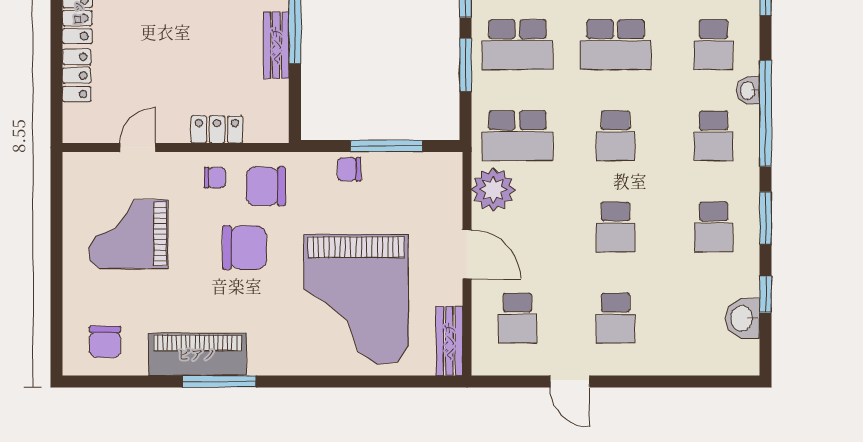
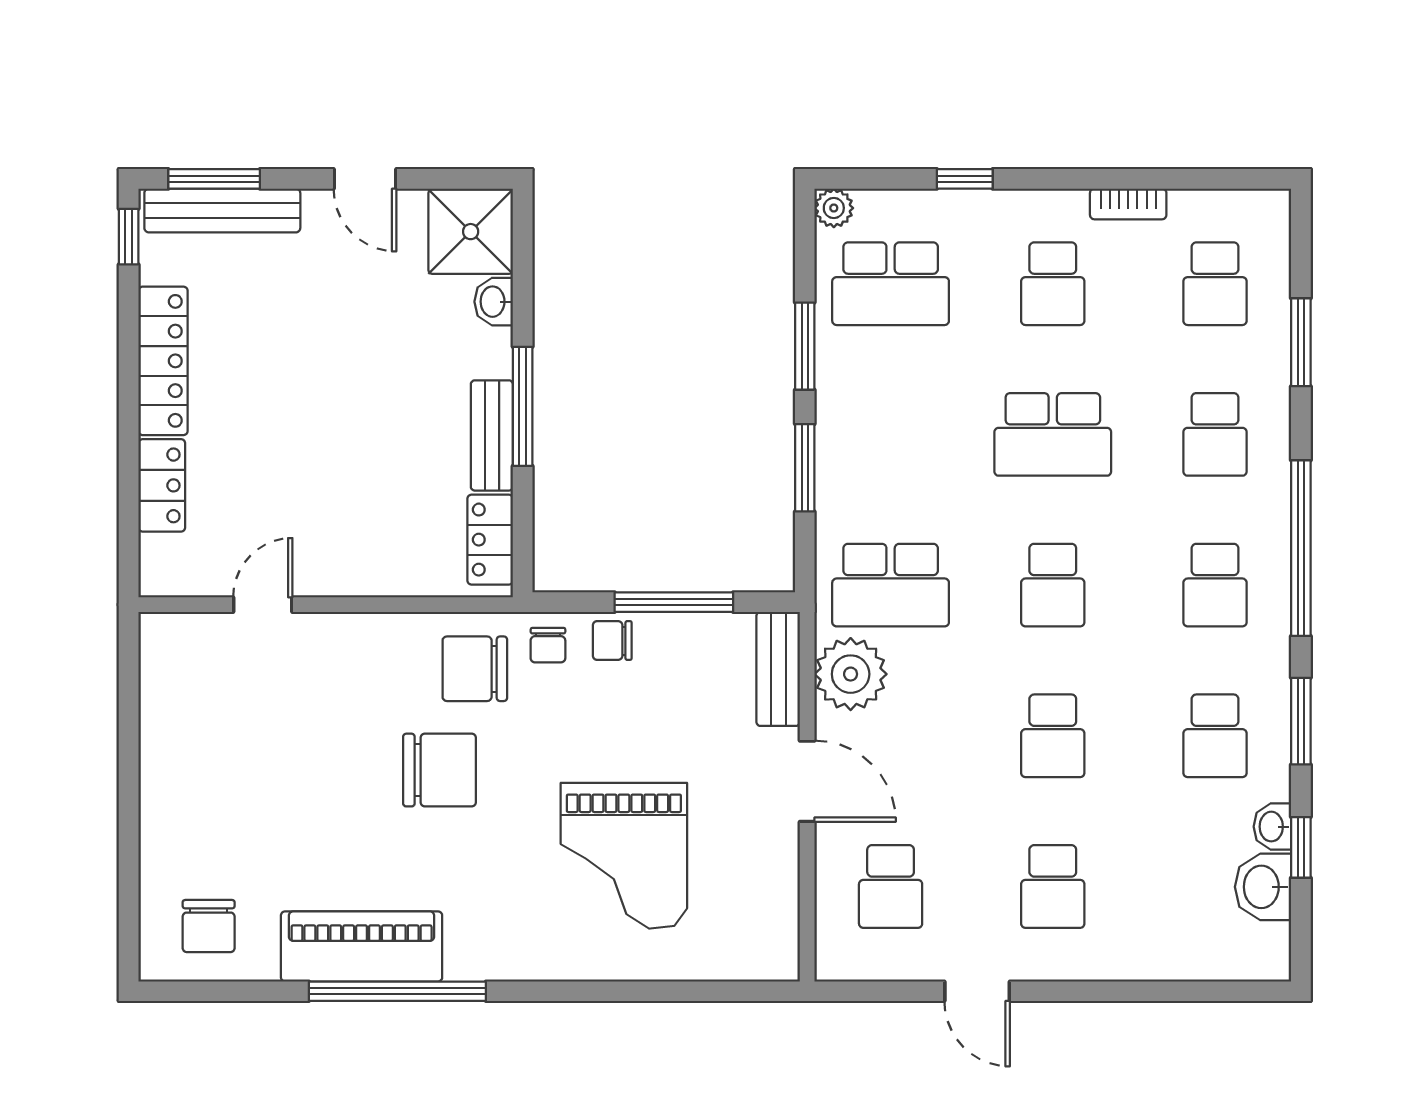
school desk: (517, 45) -> (891, 434), removed
washbasin: (748, 90) -> (1272, 827), moved
locker: (217, 129) -> (490, 540), moved, turned -90
chair: (215, 178) -> (548, 645), moved, turned 90
grand piano: (128, 234) -> (247, 748), removed
grand piano: (356, 299) -> (624, 856), width x0.73, depth x0.68
bench: (449, 341) -> (778, 669), moved
window: (219, 381) -> (397, 991), width x1.46

